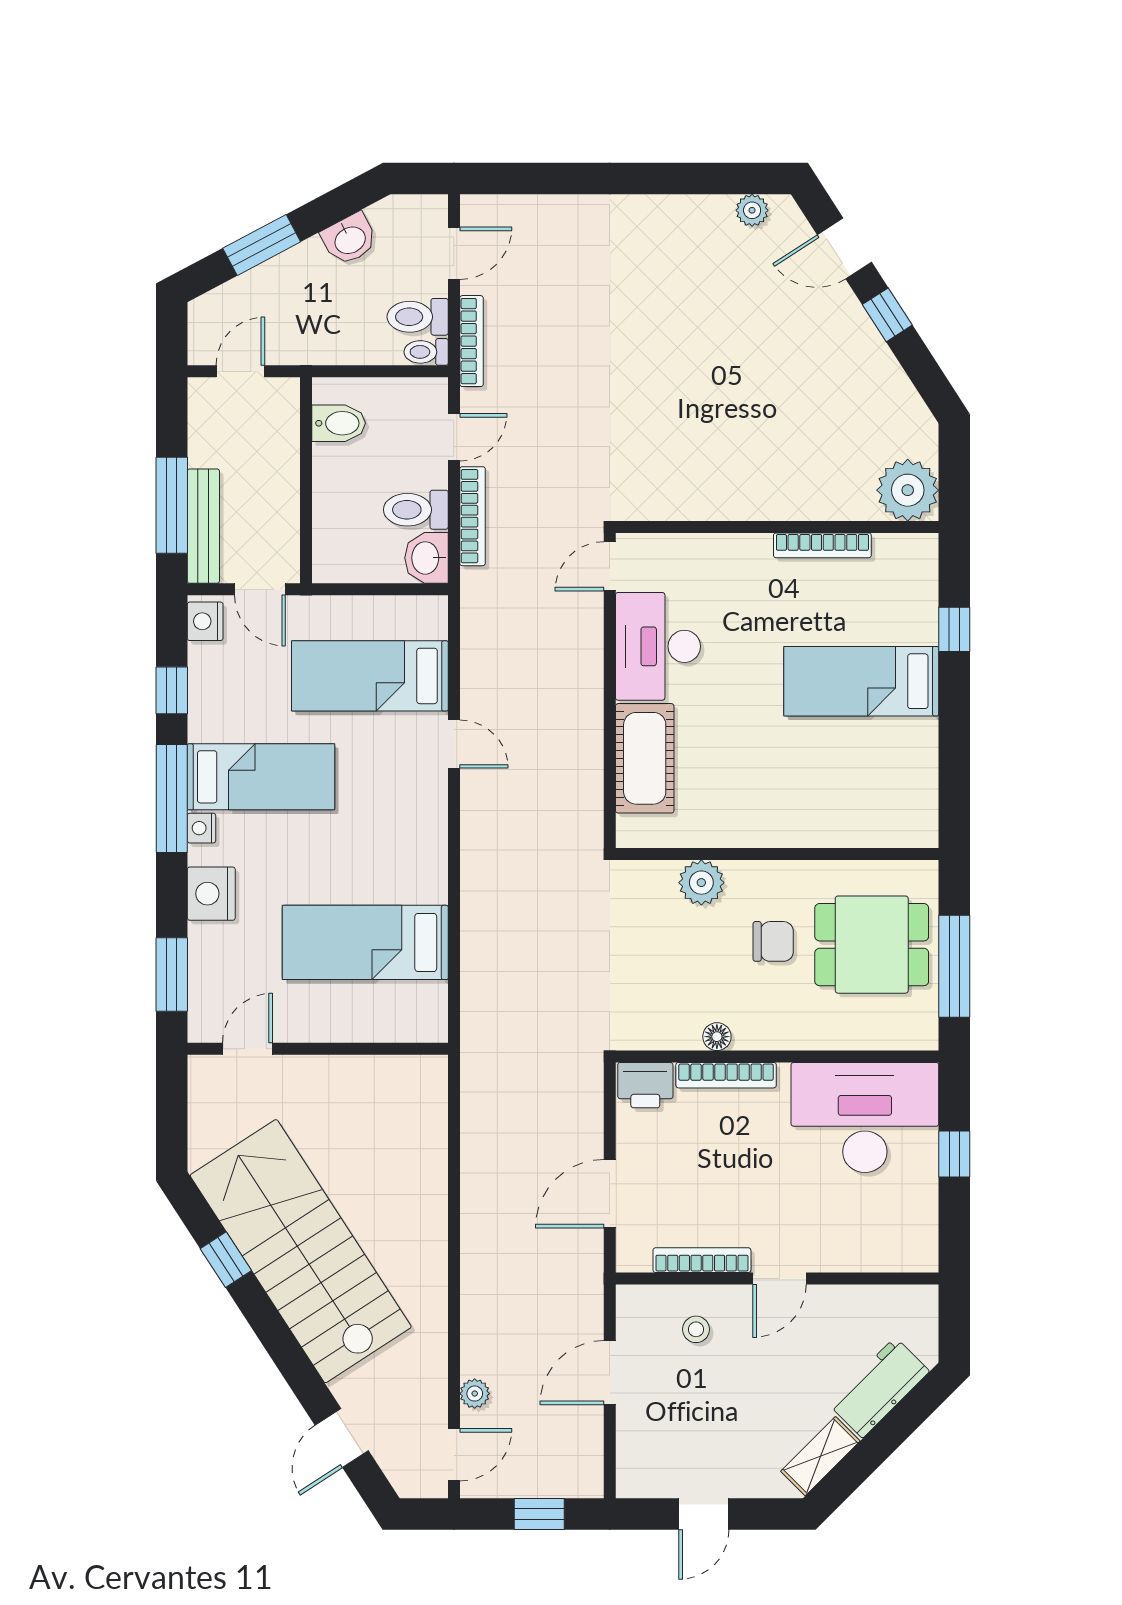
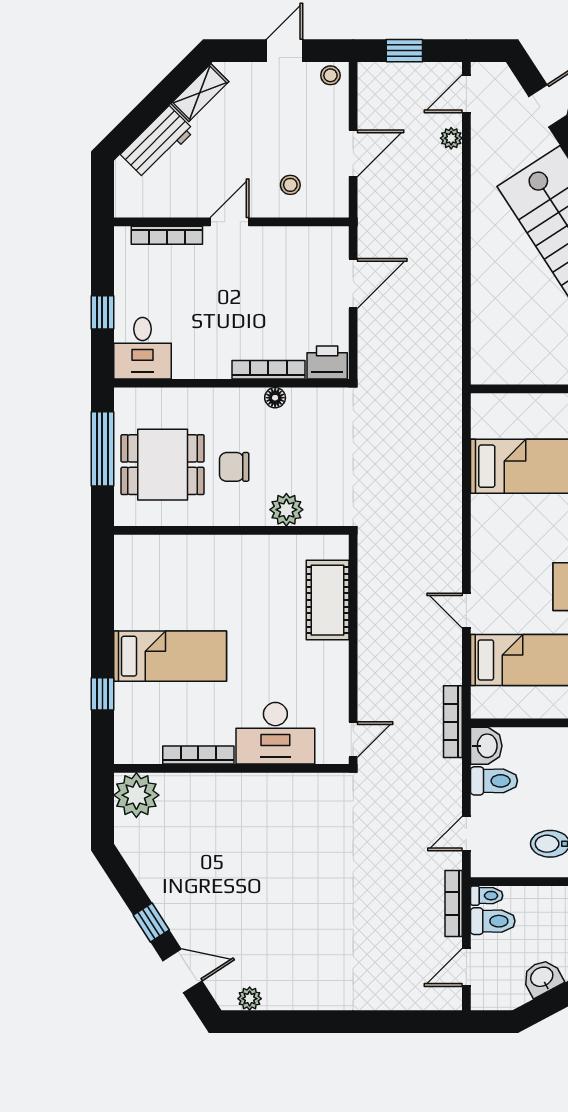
bookcase: (473, 516) -> (453, 722), moved
desk: (658, 646) -> (275, 733), moved, turned 90
desk: (865, 1118) -> (143, 348), width x0.53, depth x0.77
bookcase: (702, 1260) -> (167, 235), moved
stool: (641, 1480) -> (330, 75), added

